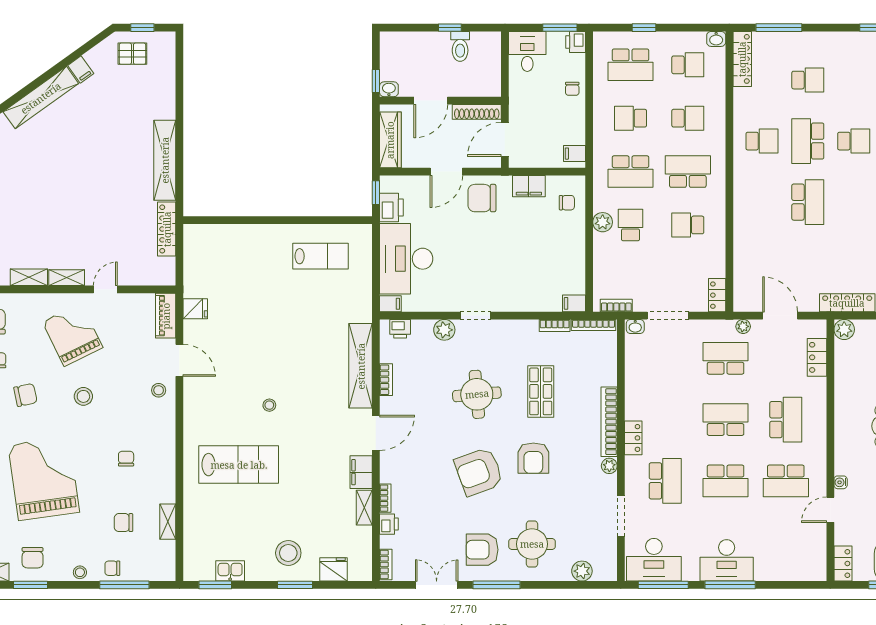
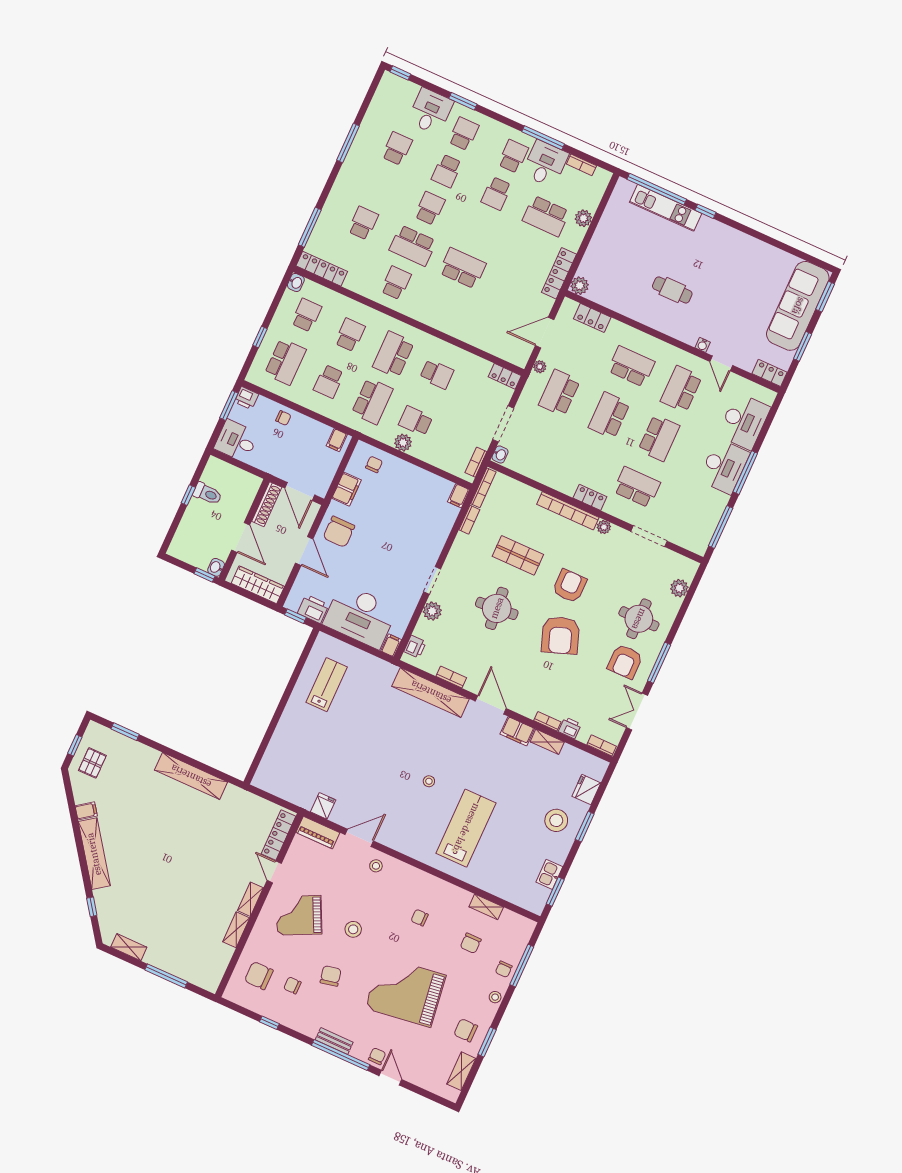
window: (179, 73) -> (125, 732), added
school desk: (688, 225) -> (437, 374), turned -90
locker: (167, 229) -> (278, 835), moved, turned 90
armchair: (533, 458) -> (570, 586), turned -90
school desk: (786, 481) -> (681, 389), turned 180
chair: (33, 558) -> (466, 1030), turned 180
desk: (654, 560) -> (744, 421), moved

